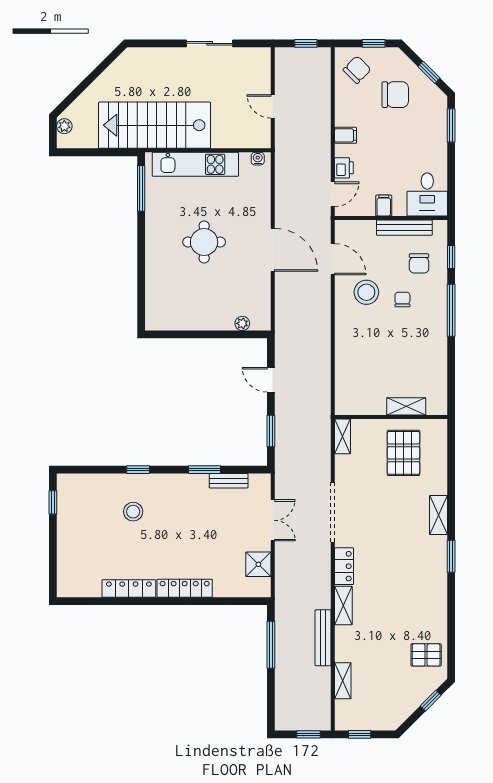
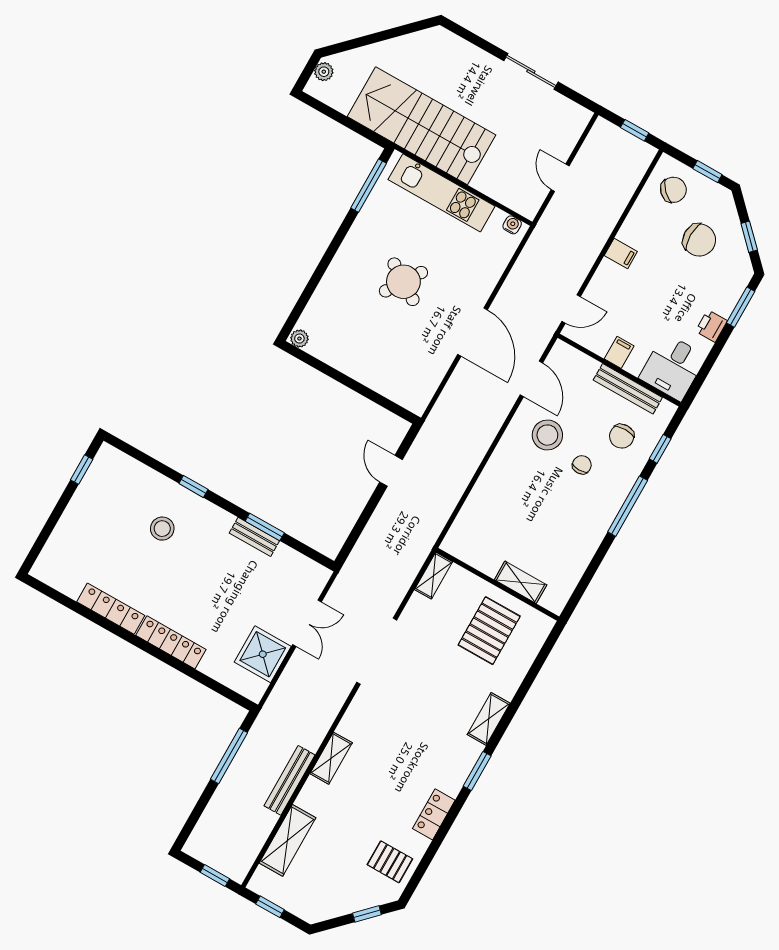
printer: (344, 168) -> (711, 326), moved, turned 180
round table: (204, 242) -> (403, 282), turned 33
plant: (242, 323) -> (299, 339), moved
window: (271, 431) -> (360, 526), removed
bench: (229, 481) -> (254, 537), moved
shower: (258, 564) -> (263, 654), width x1.36, depth x1.36
locker: (344, 566) -> (434, 814), moved, turned 180
shelving: (343, 681) -> (287, 840), width x1.50, depth x1.33

